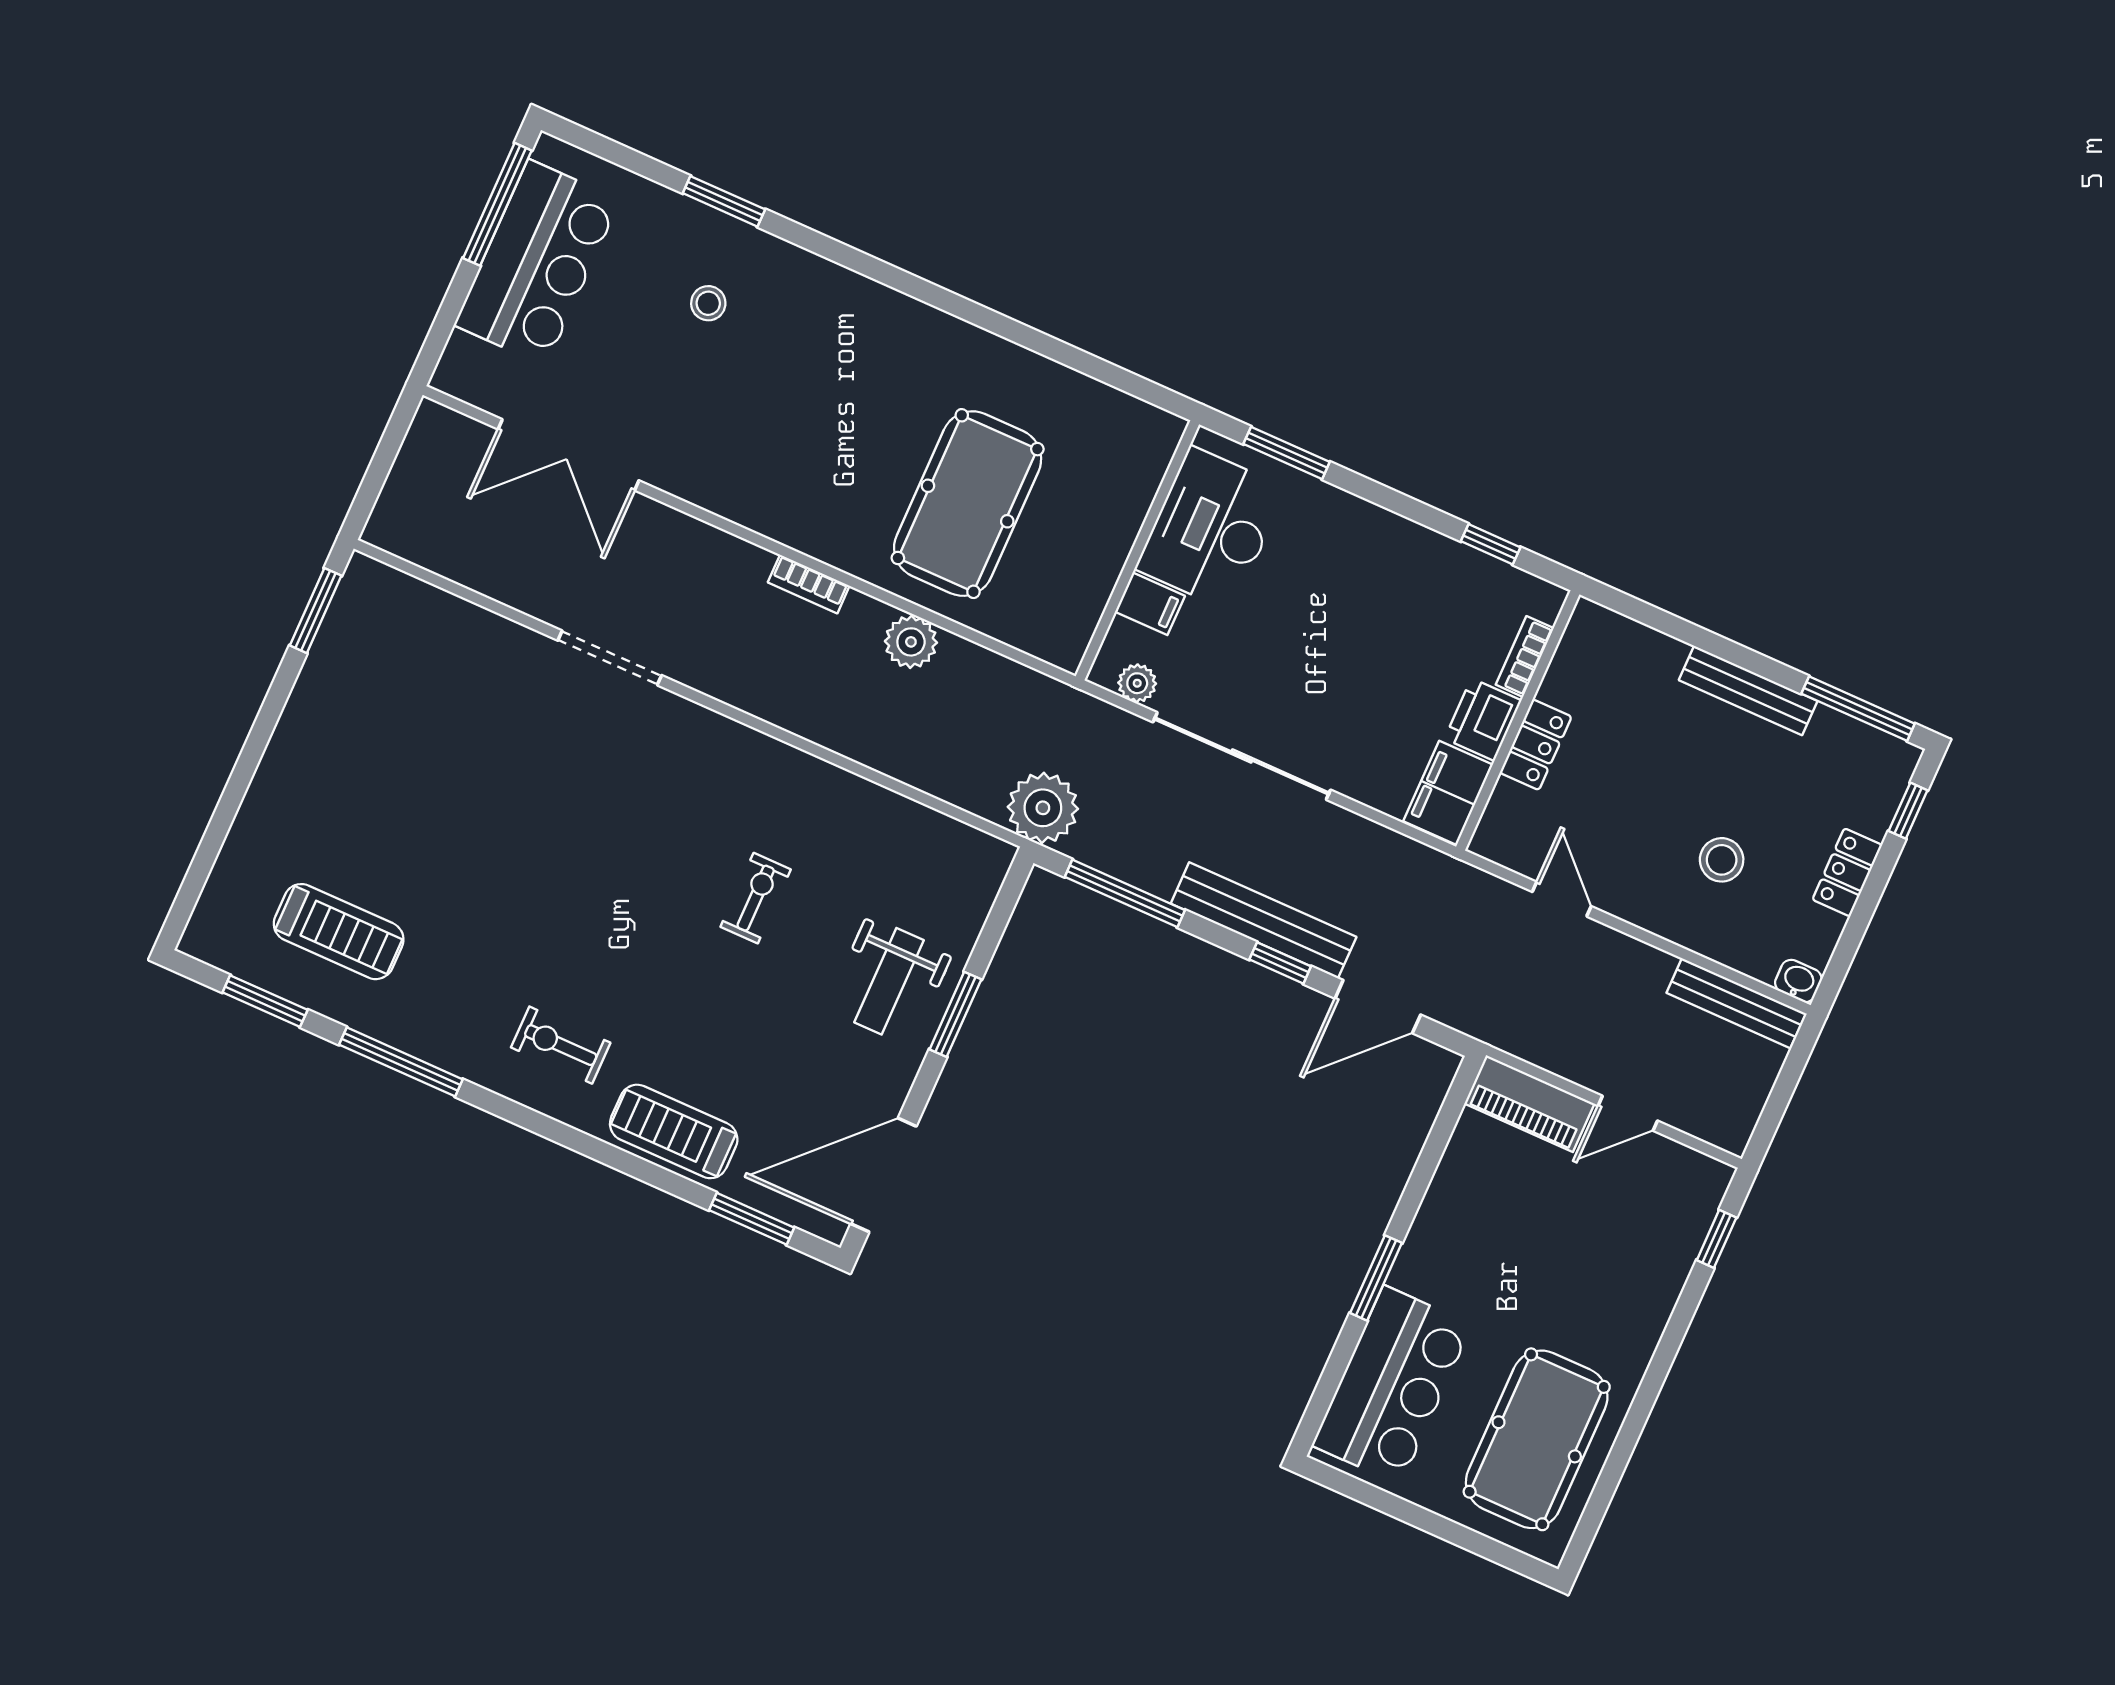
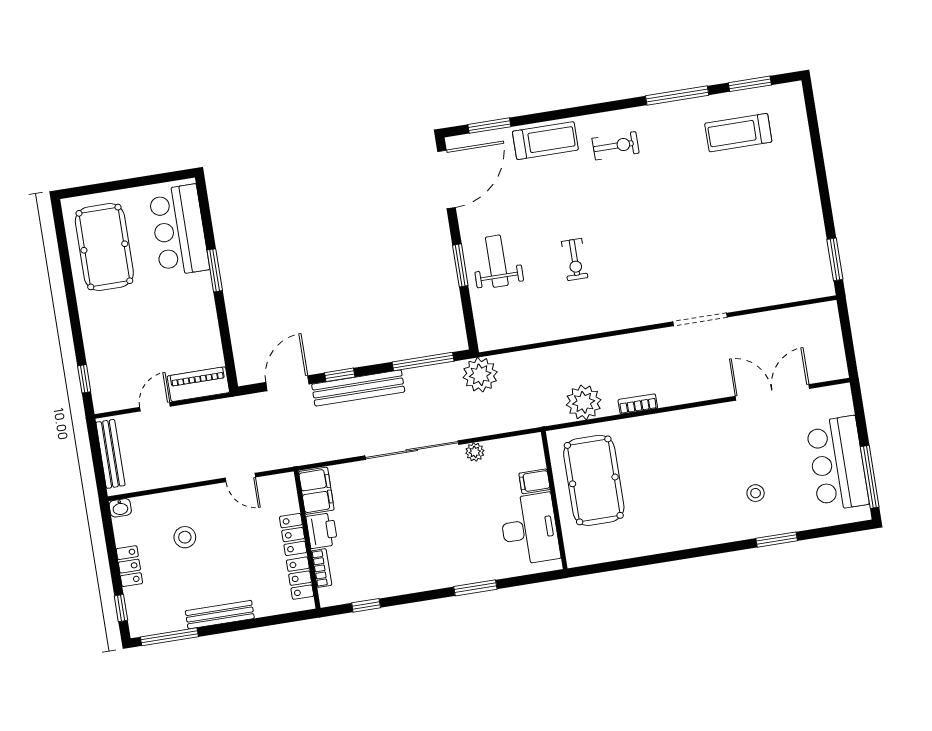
desk: (1211, 529) -> (530, 529), moved
wall: (1137, 550) -> (554, 500), moved
filing cabinet: (1150, 604) -> (534, 481), moved
plant: (911, 642) -> (584, 402), width x1.36, depth x1.36
locker: (1572, 663) -> (300, 578), added
bench: (1736, 1003) -> (110, 454), moved, turned 90

